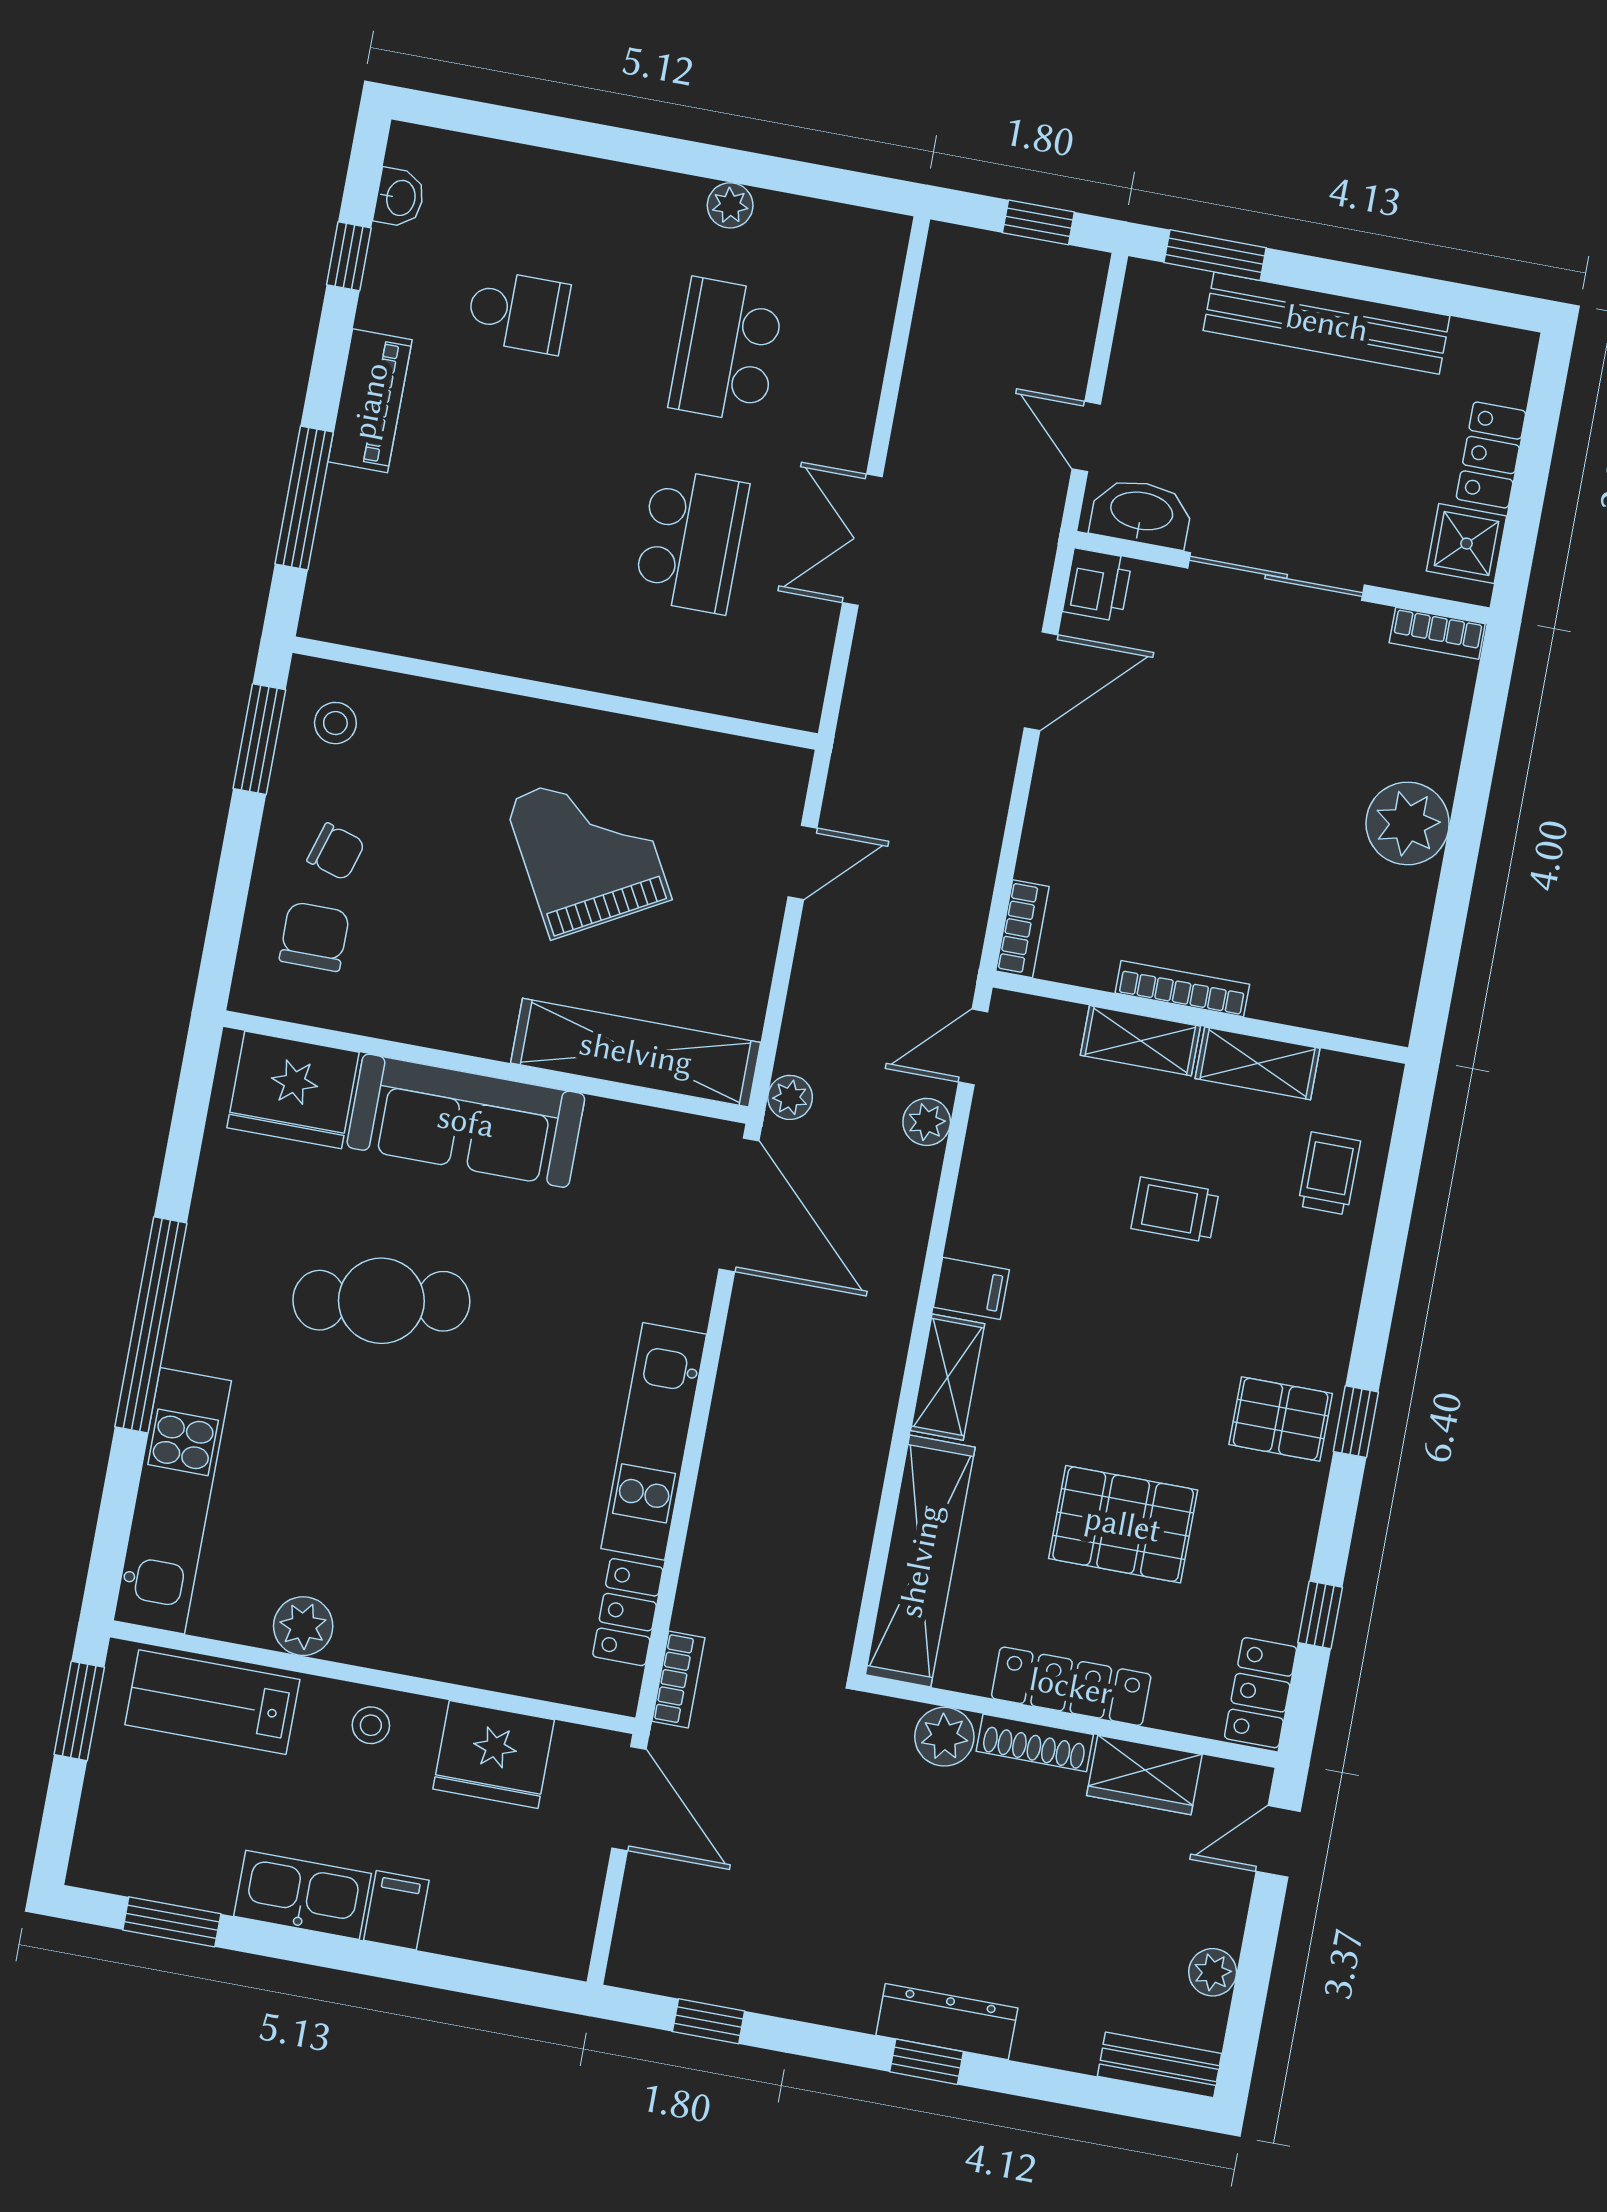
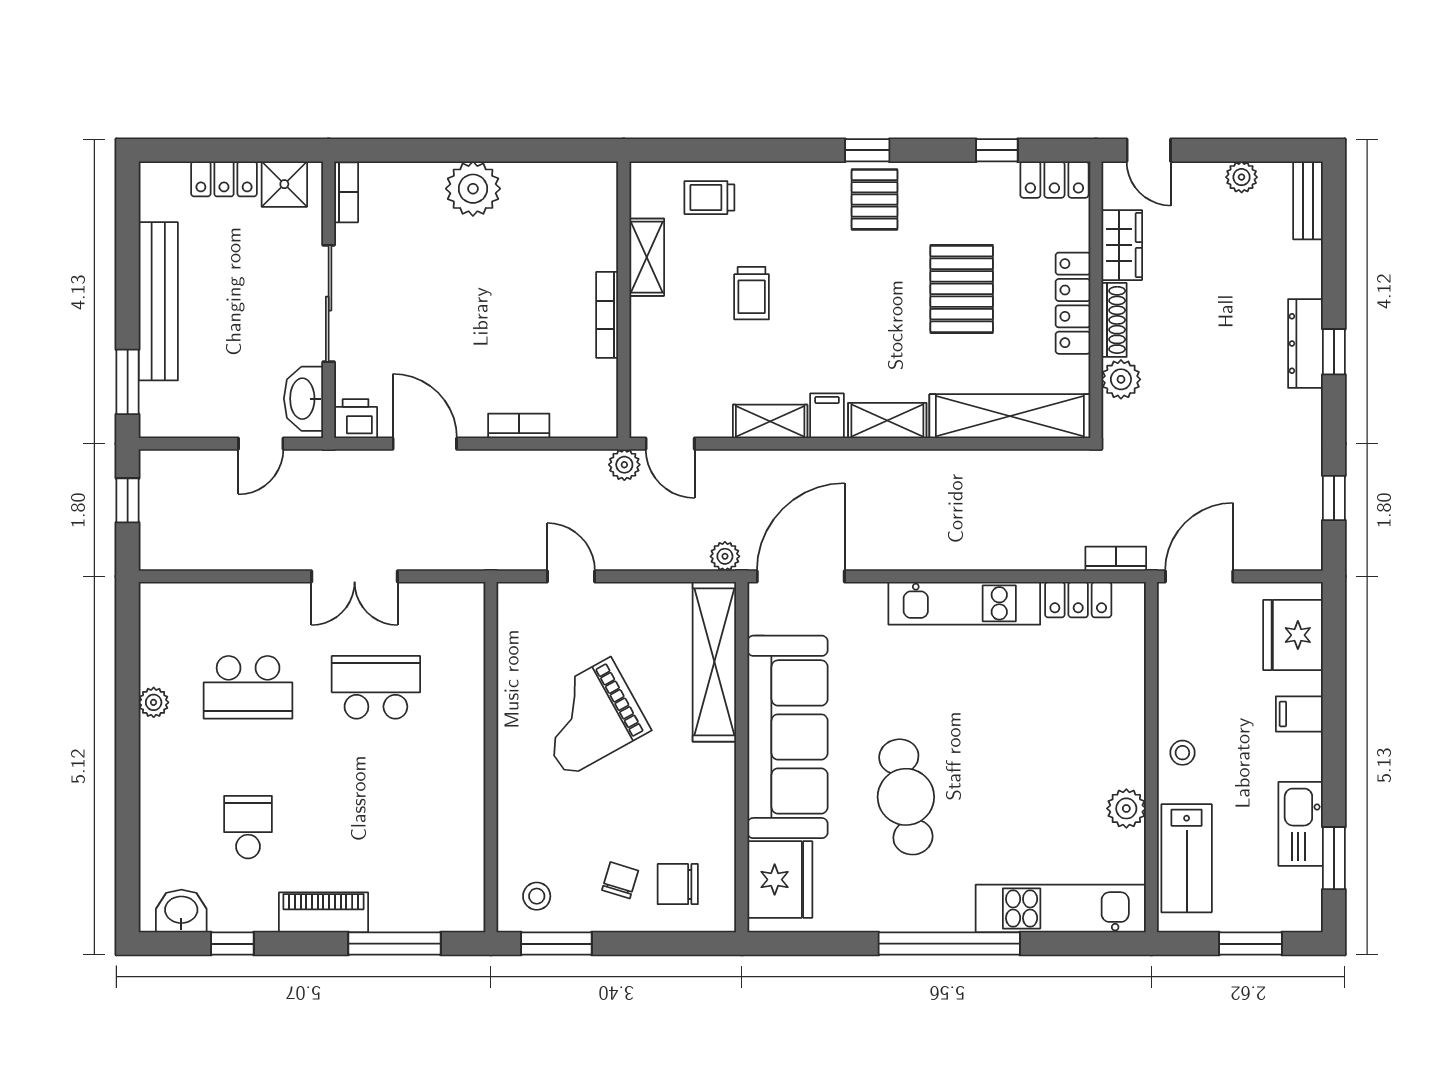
washbasin: (400, 198) -> (181, 911), width x1.38, depth x1.45
bookcase: (1022, 929) -> (519, 426), moved
shelving: (1140, 1041) -> (770, 421), moved, turned 90
sofa: (466, 1121) -> (788, 737), width x1.36, depth x1.27
plant: (927, 1122) -> (624, 465), moved
window: (79, 1711) -> (1251, 944), moved
fridge: (494, 1754) -> (1293, 635), moved, turned 180
kitchen sink: (303, 1895) -> (1301, 824), moved

